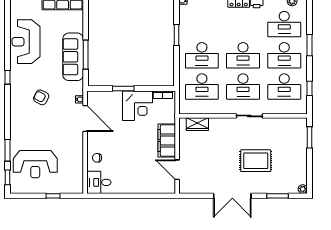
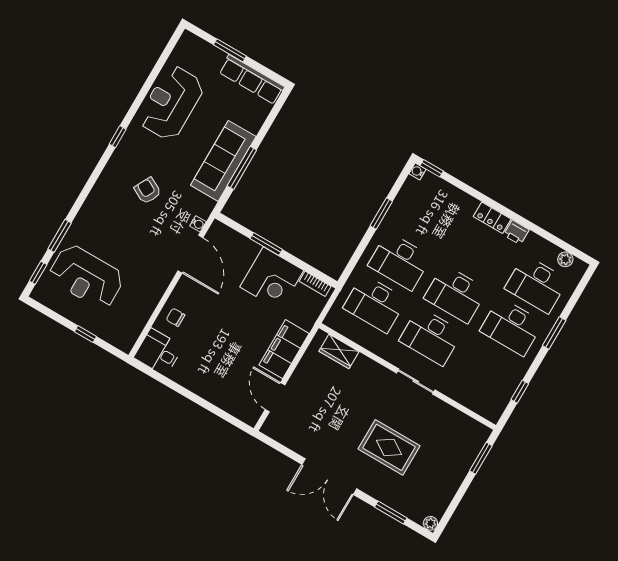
desk: (284, 87) -> (487, 369), removed

